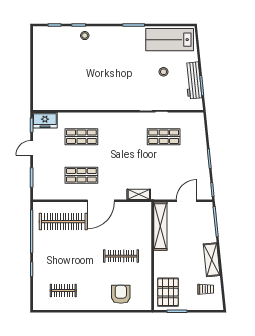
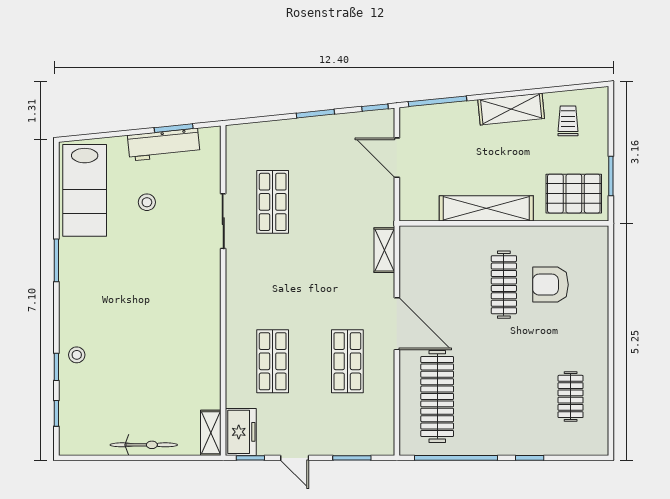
bicycle: (38, 70) -> (144, 445), added
shelving: (45, 105) -> (211, 433), added
shelving: (160, 226) -> (486, 208), moved
armchair: (121, 294) -> (550, 285), moved

